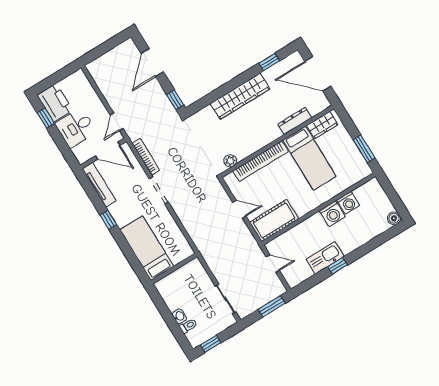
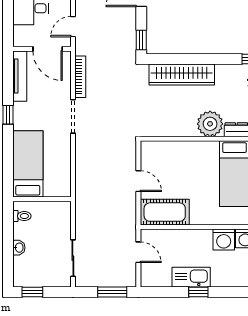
wardrobe: (240, 96) -> (182, 74), moved
plant: (230, 161) -> (210, 124), moved, width x1.88, depth x1.88
bookcase: (261, 161) -> (186, 148), removed
toilet: (188, 326) -> (22, 216), moved

